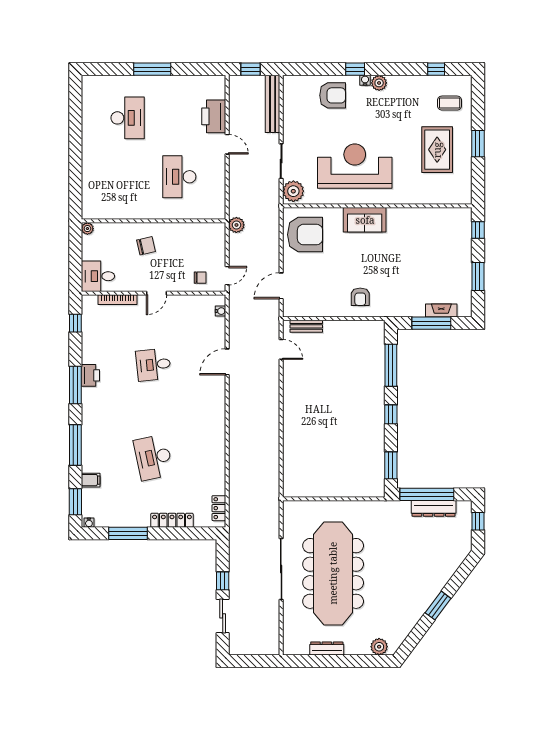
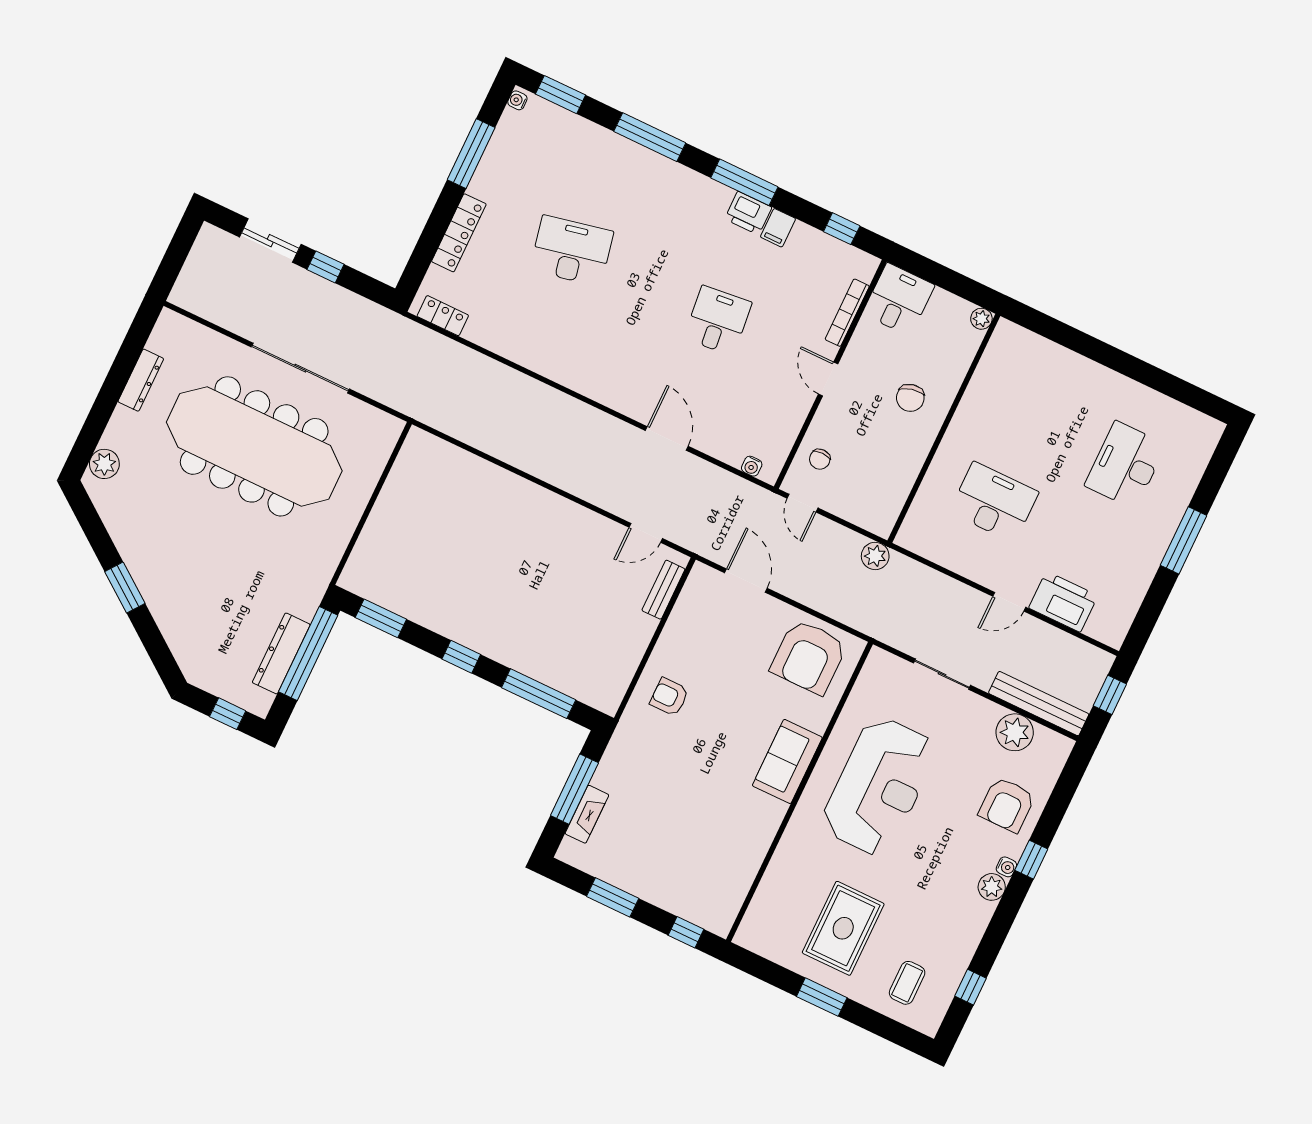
desk: (128, 118) -> (1125, 465), turned 90
rug: (437, 150) -> (843, 928), turned 90
plant: (293, 191) -> (1015, 732), moved
filing cabinet: (91, 480) -> (778, 228), moved

